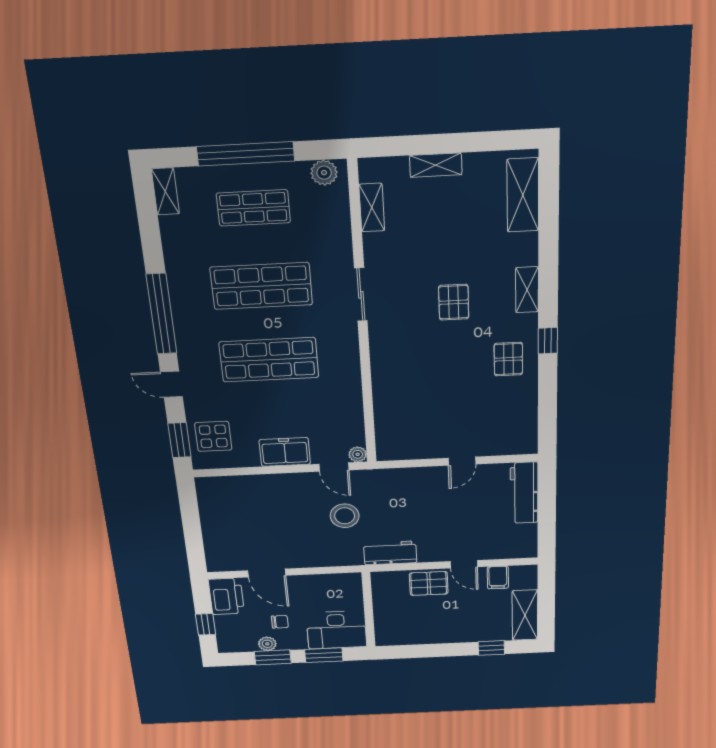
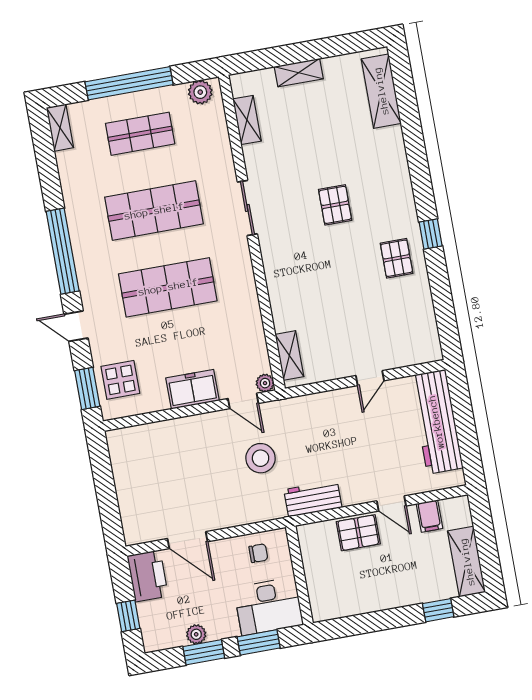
shelving: (527, 290) -> (289, 356), moved
workbench: (524, 493) -> (436, 422), width x1.36, depth x1.32
chair: (280, 622) -> (258, 553), moved

